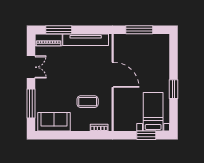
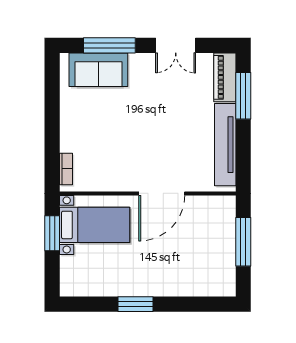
coffee table: (88, 102) -> (113, 148), removed
bed with nightstands: (153, 112) -> (95, 225), moved
sofa: (54, 122) -> (98, 70), moved, turned 90
window: (146, 135) -> (52, 233), moved

